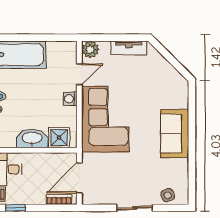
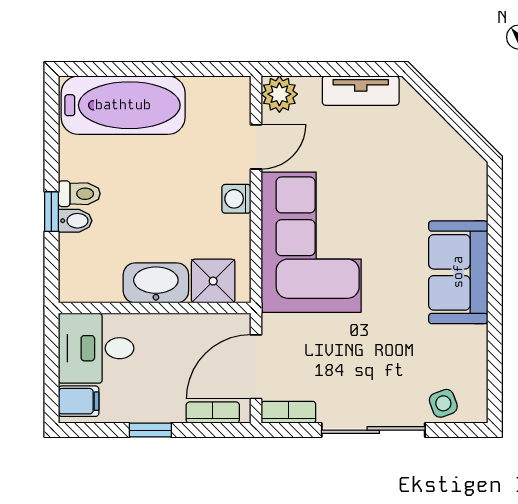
bookcase: (95, 199) -> (288, 412), added
window: (16, 208) -> (150, 430), moved
sliding door: (135, 208) -> (373, 430), width x1.37

